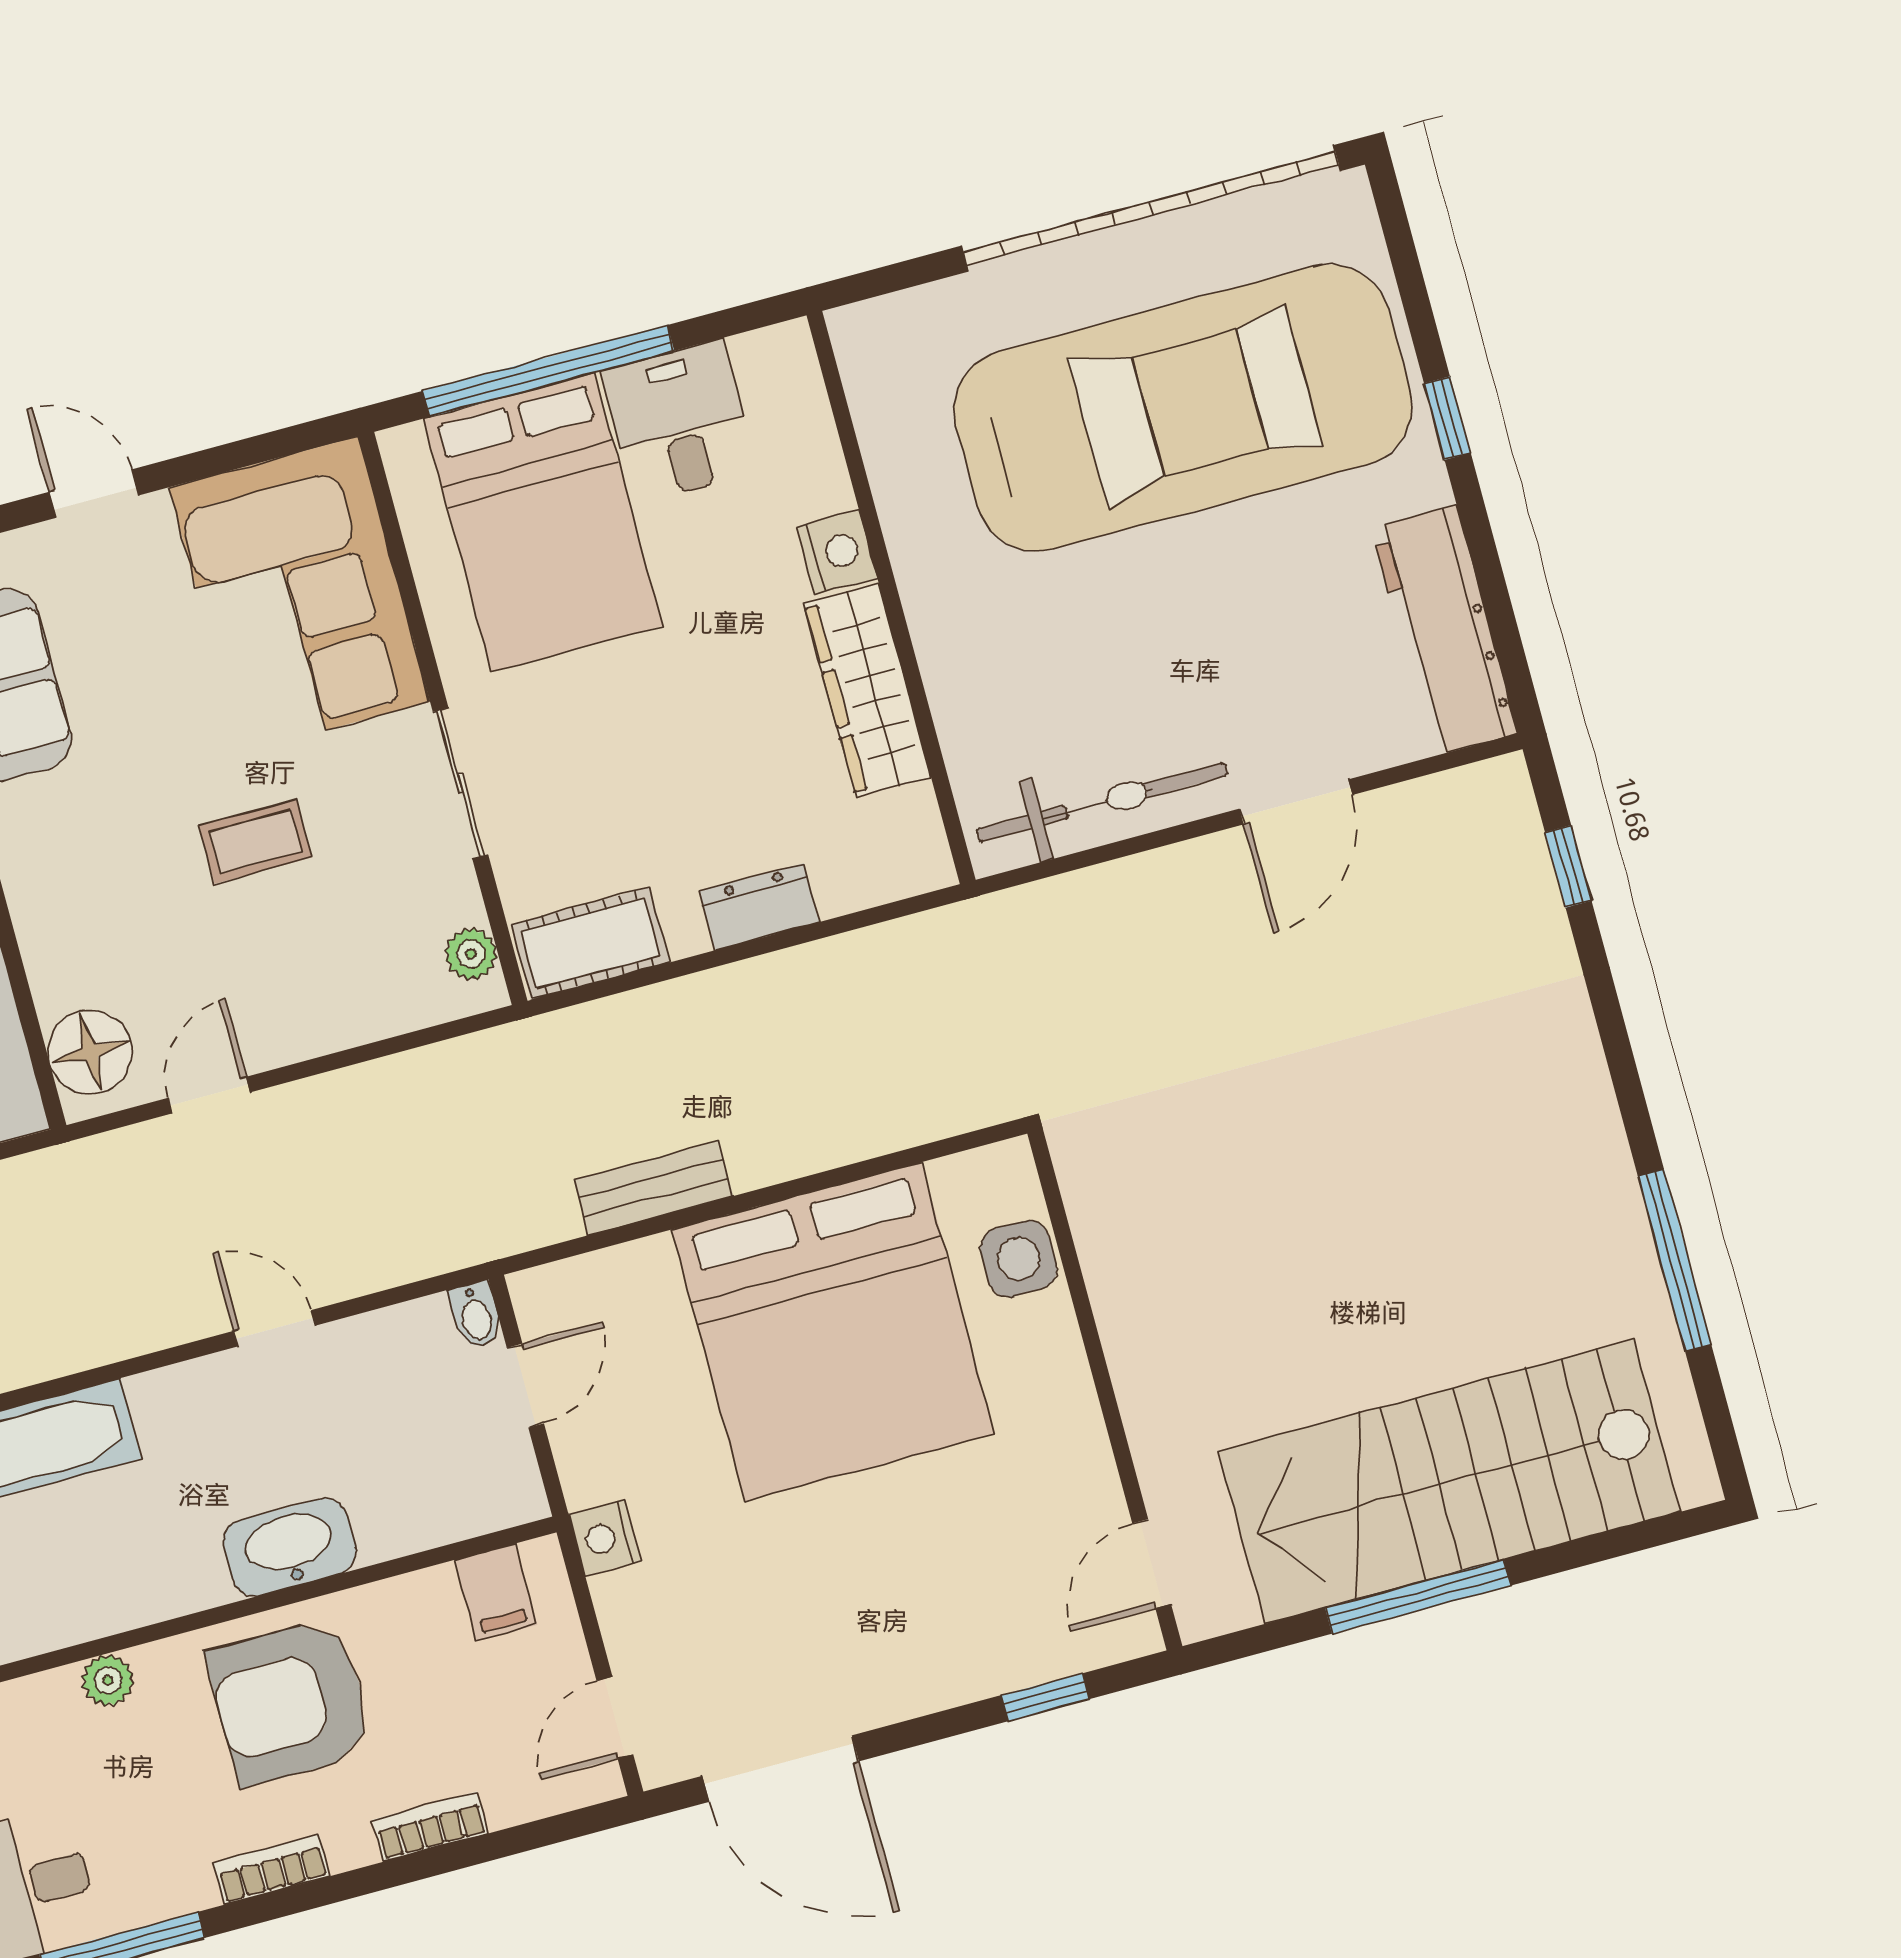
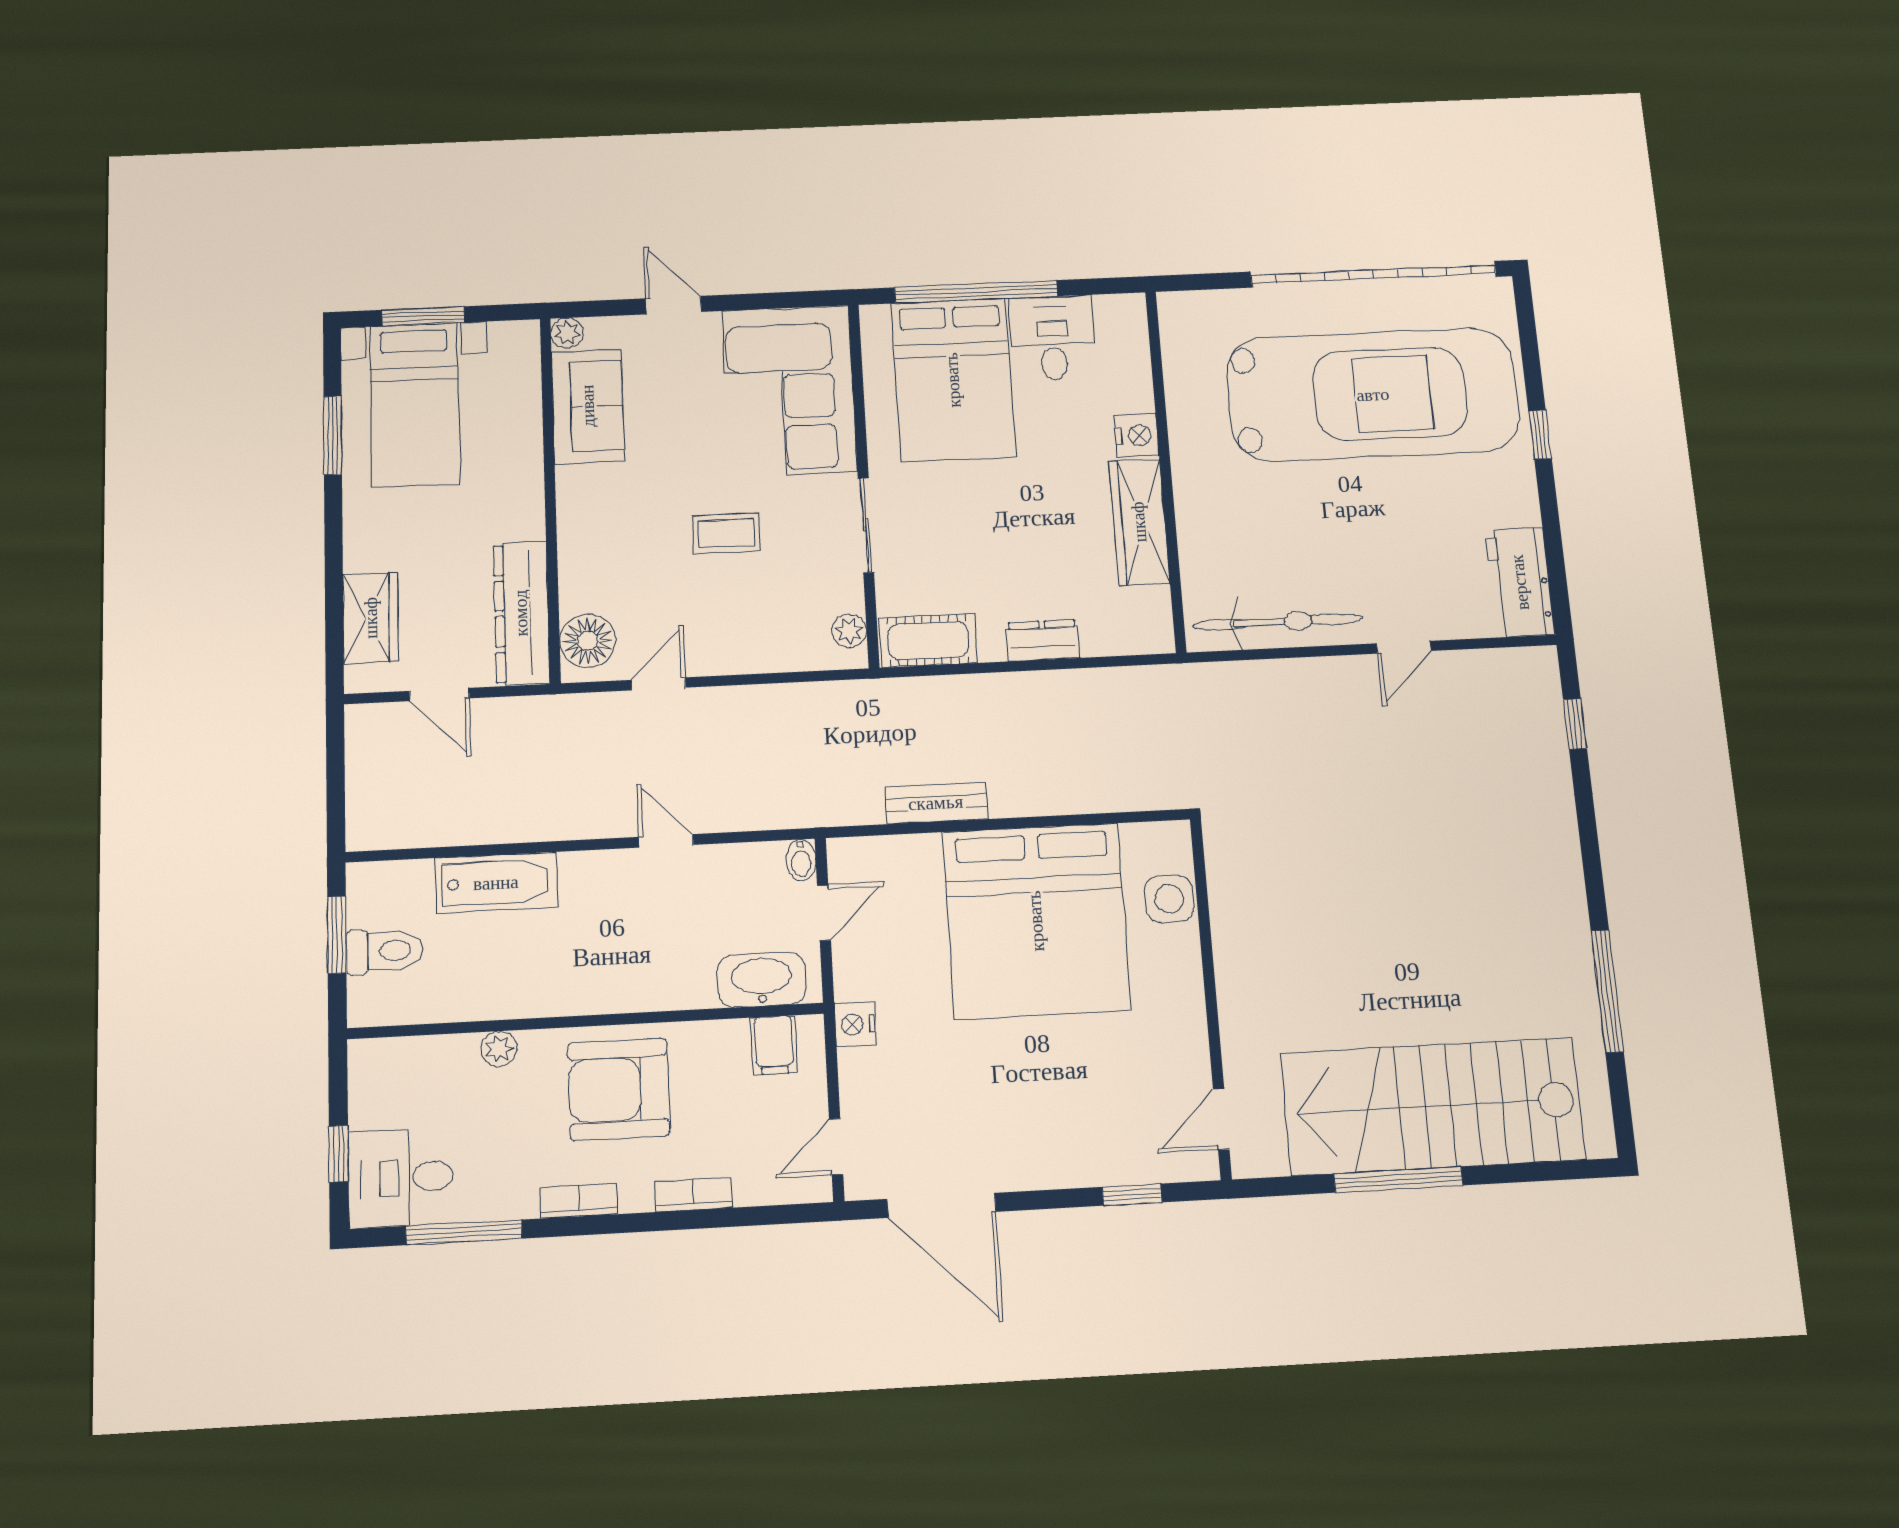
workbench: (1445, 631) -> (1520, 582), width x0.73
door: (1296, 802) -> (1404, 647), width x0.73
washbasin: (290, 1547) -> (762, 980), moved

